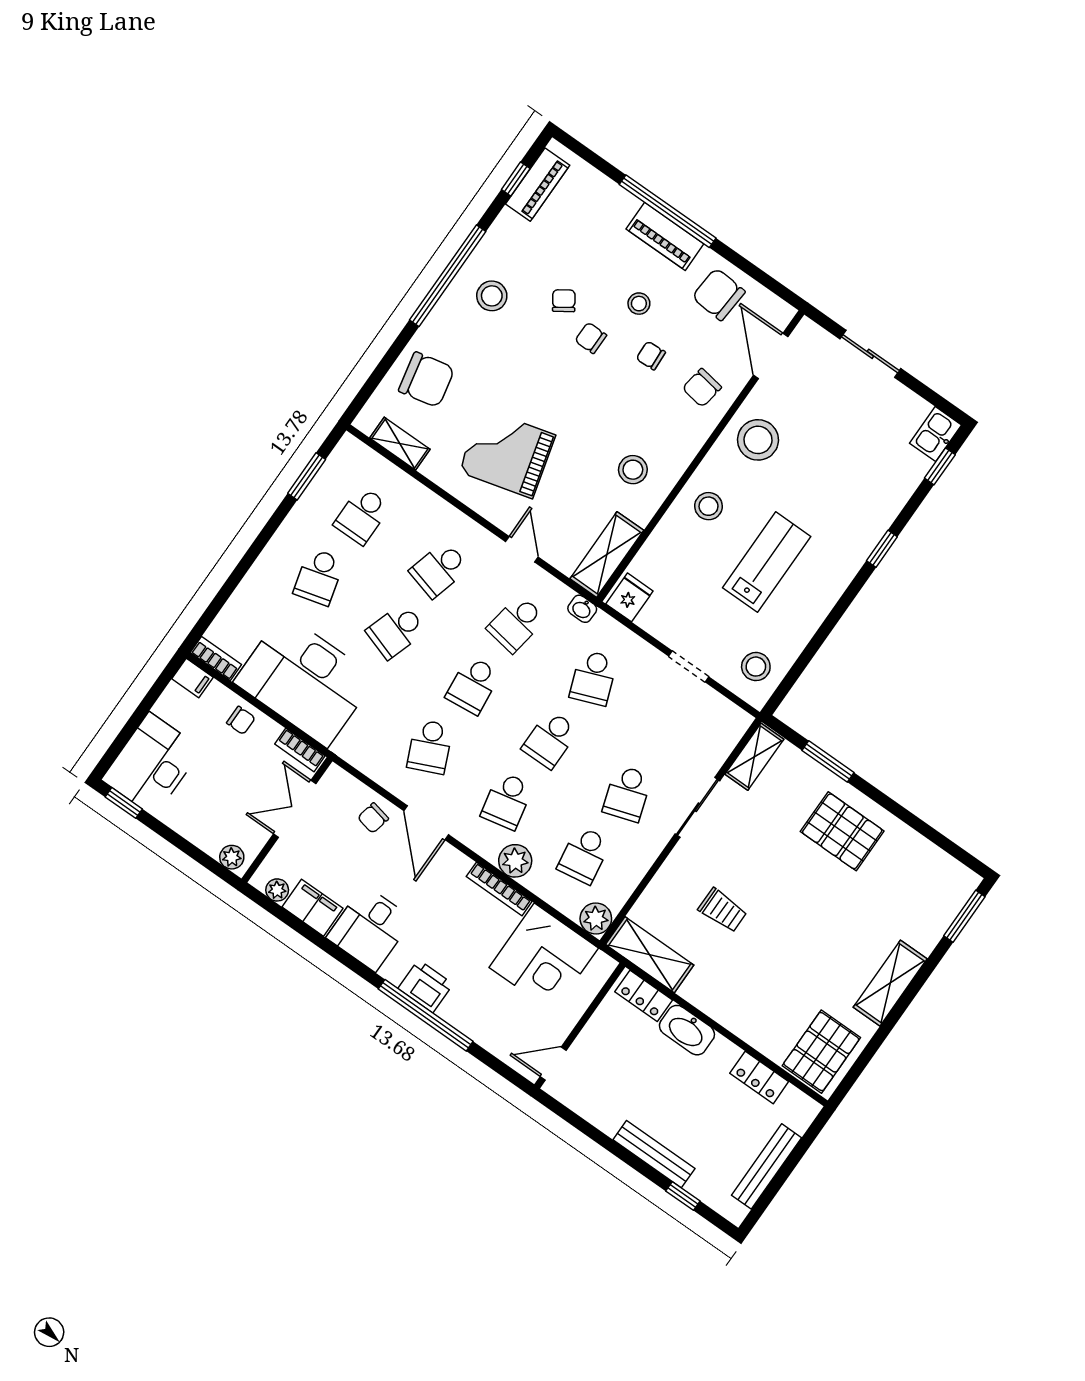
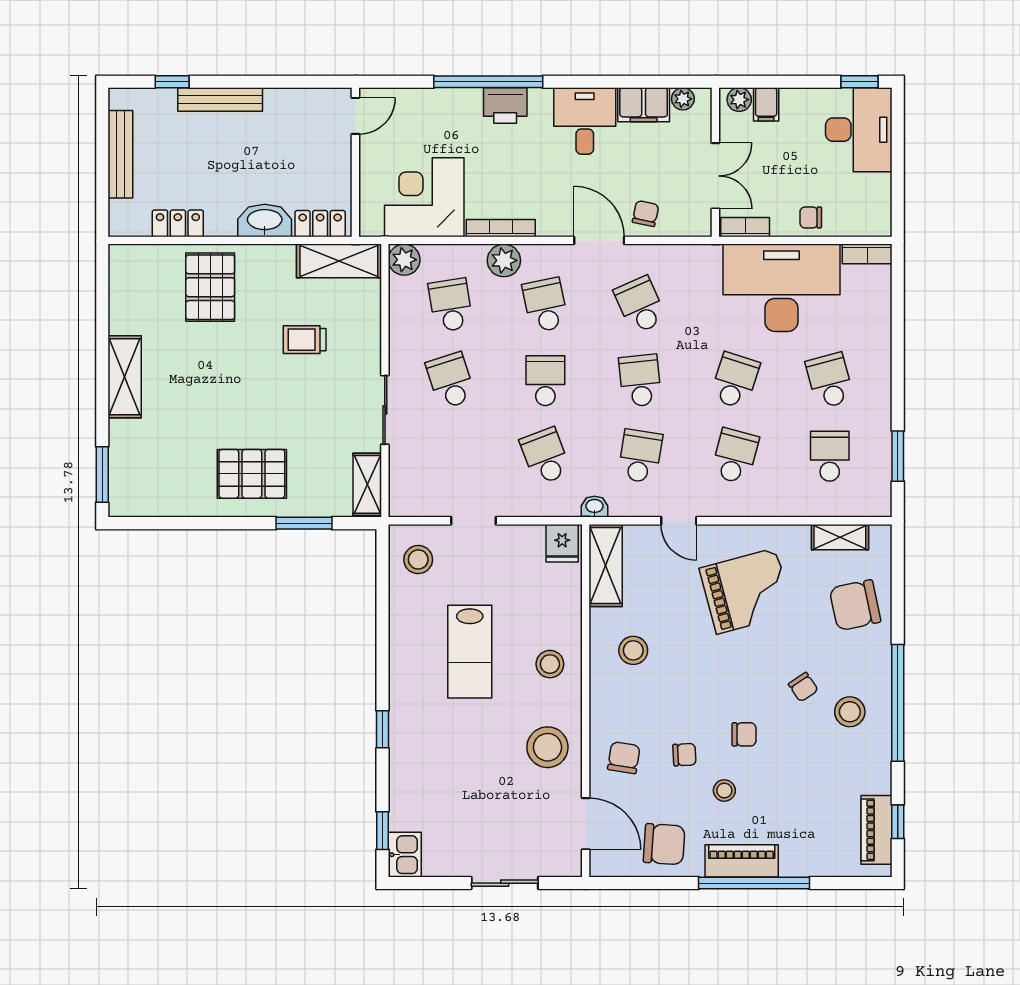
chair: (564, 301) -> (803, 687), moved
filing cabinet: (193, 678) -> (766, 104), moved, turned -90
pallet: (821, 1052) -> (210, 287), moved

